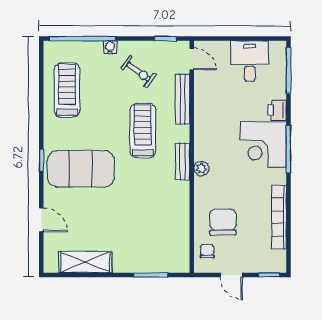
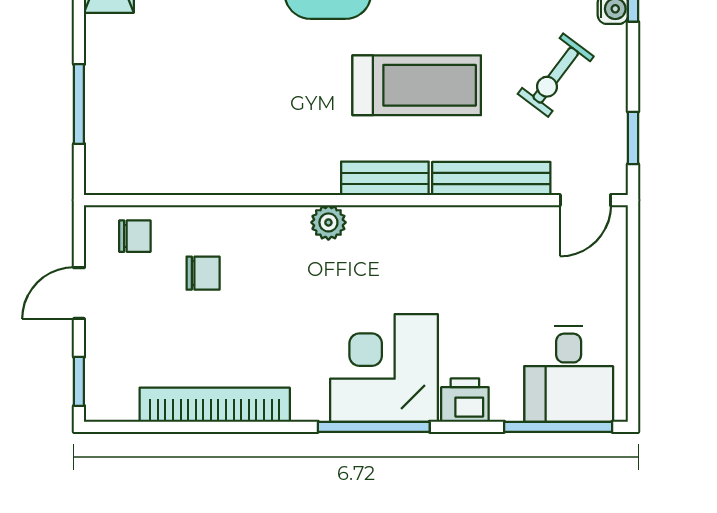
desk: (250, 61) -> (569, 374), moved, turned 90
bench: (182, 162) -> (385, 178), moved
chair: (223, 222) -> (203, 273), width x0.54, depth x0.54

